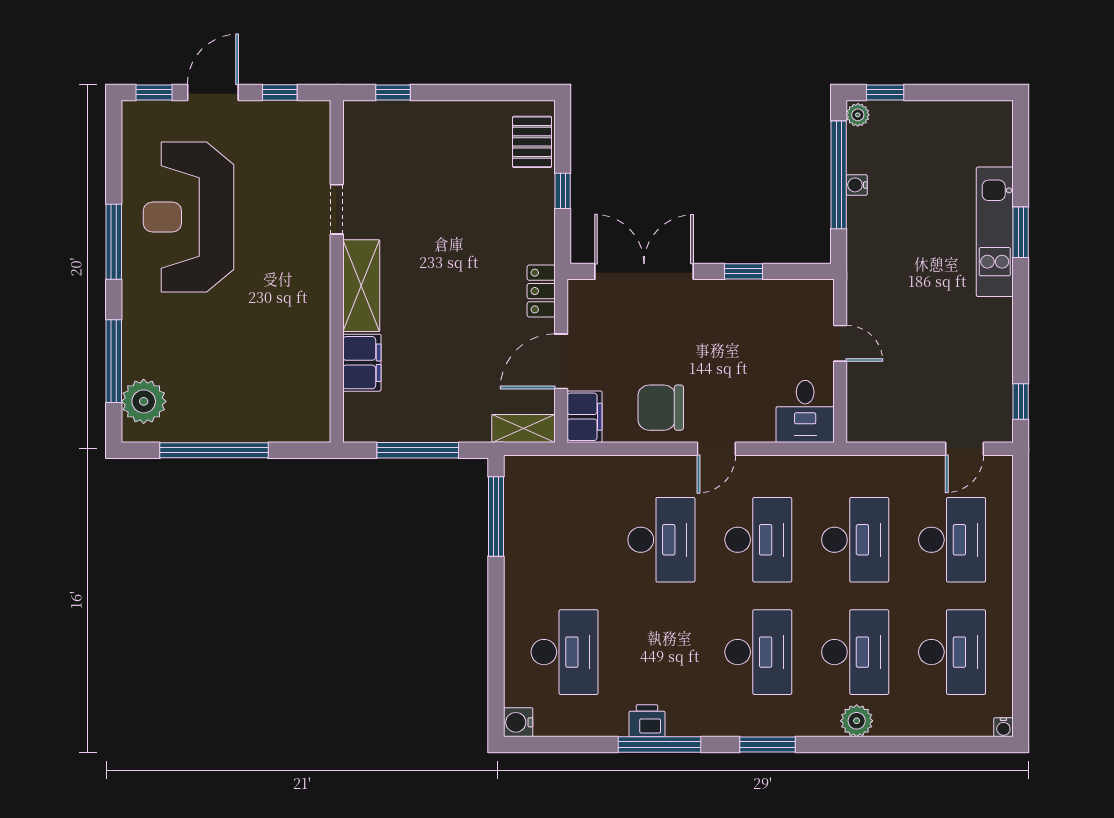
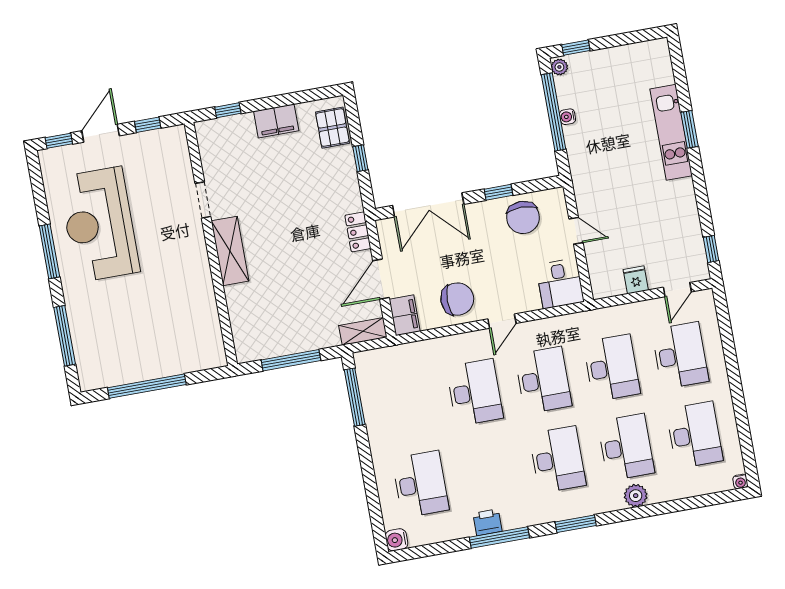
double door: (644, 271) -> (428, 205), swing flipped
chair: (771, 312) -> (523, 217), added
filing cabinet: (362, 363) -> (276, 121), moved, turned 90
plant: (144, 401) -> (91, 360), removed
chair: (661, 408) -> (457, 299), turned 180
fridge: (910, 425) -> (636, 280), added

